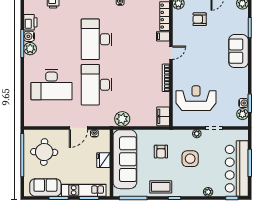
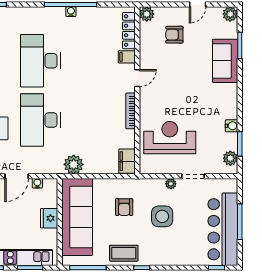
sofa: (238, 51) -> (225, 61), moved
water cooler: (243, 103) -> (232, 126), moved
plant: (208, 192) -> (185, 260), removed

